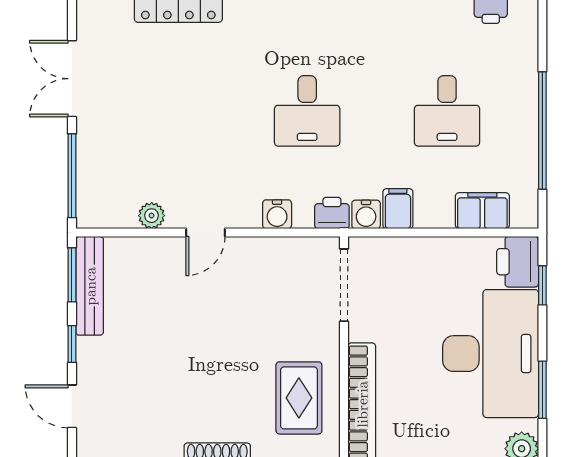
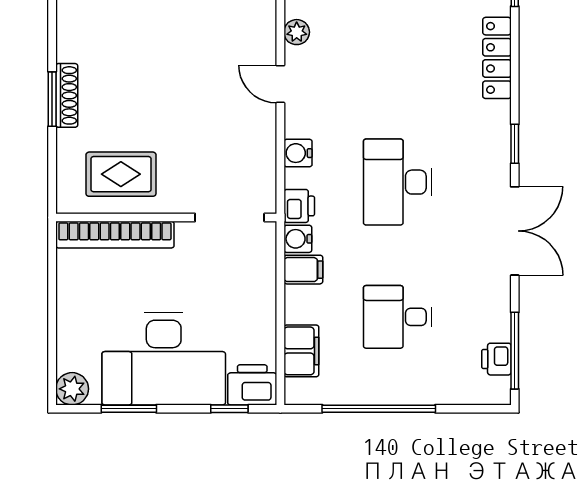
desk: (307, 111) -> (398, 182), width x1.37

